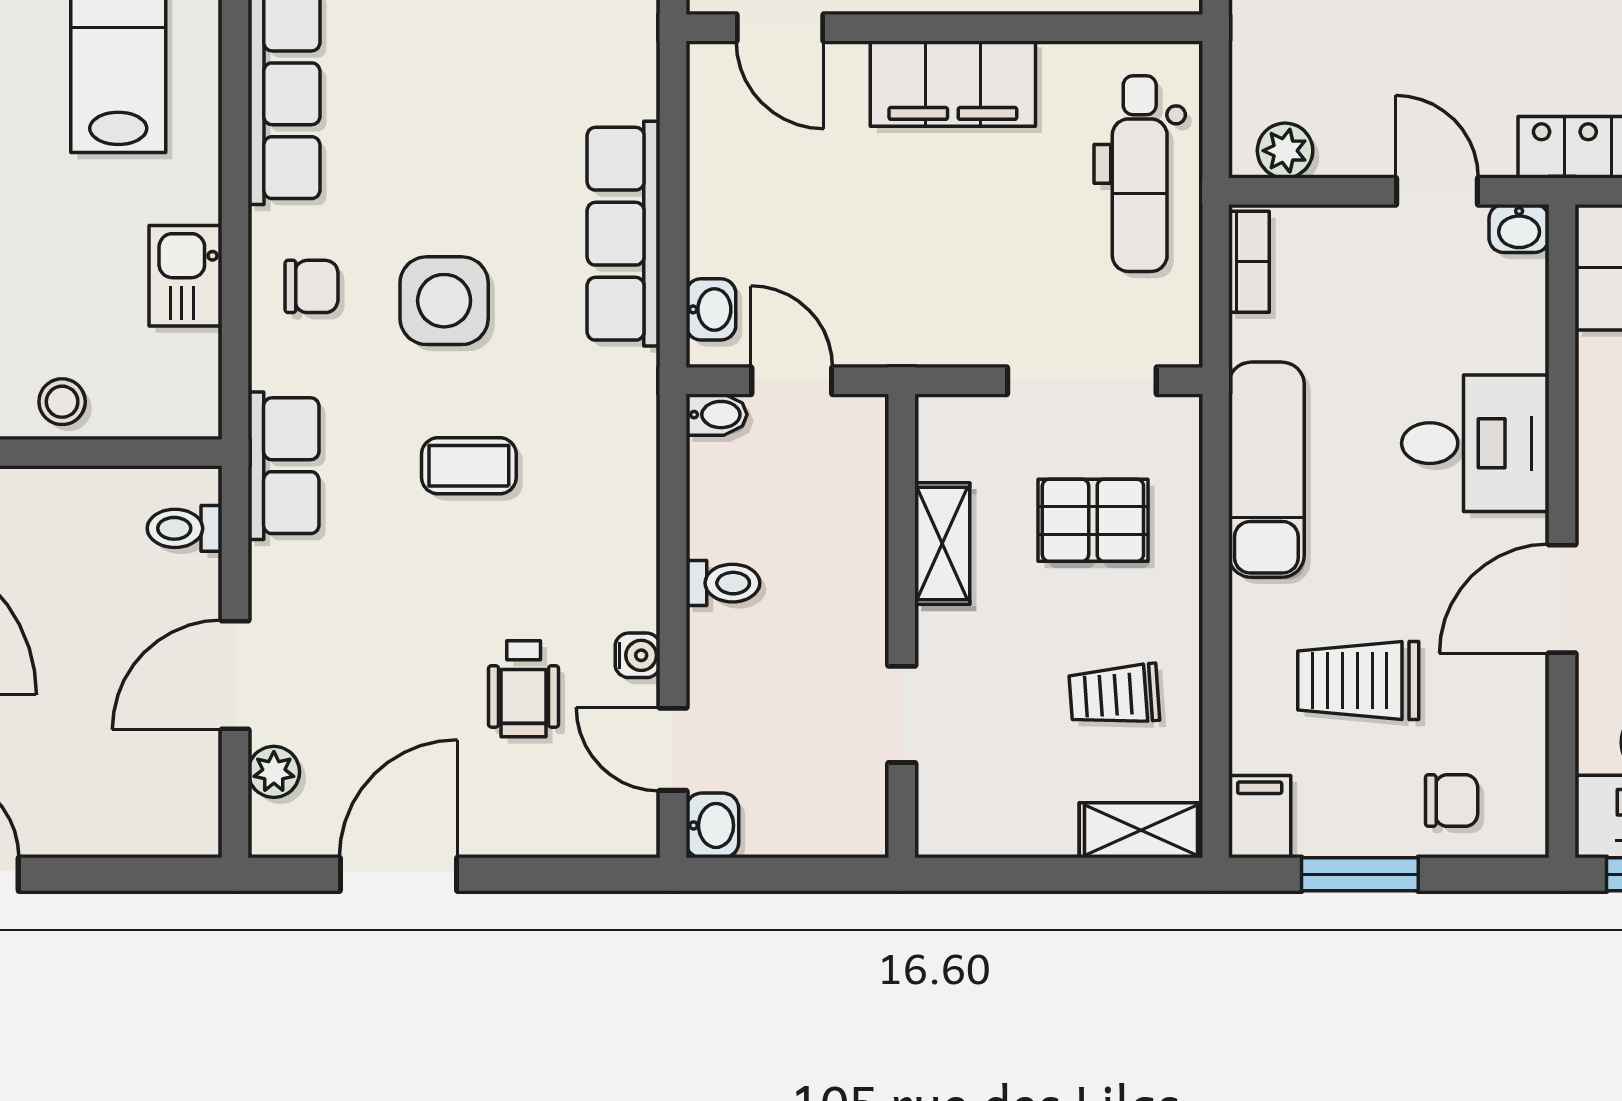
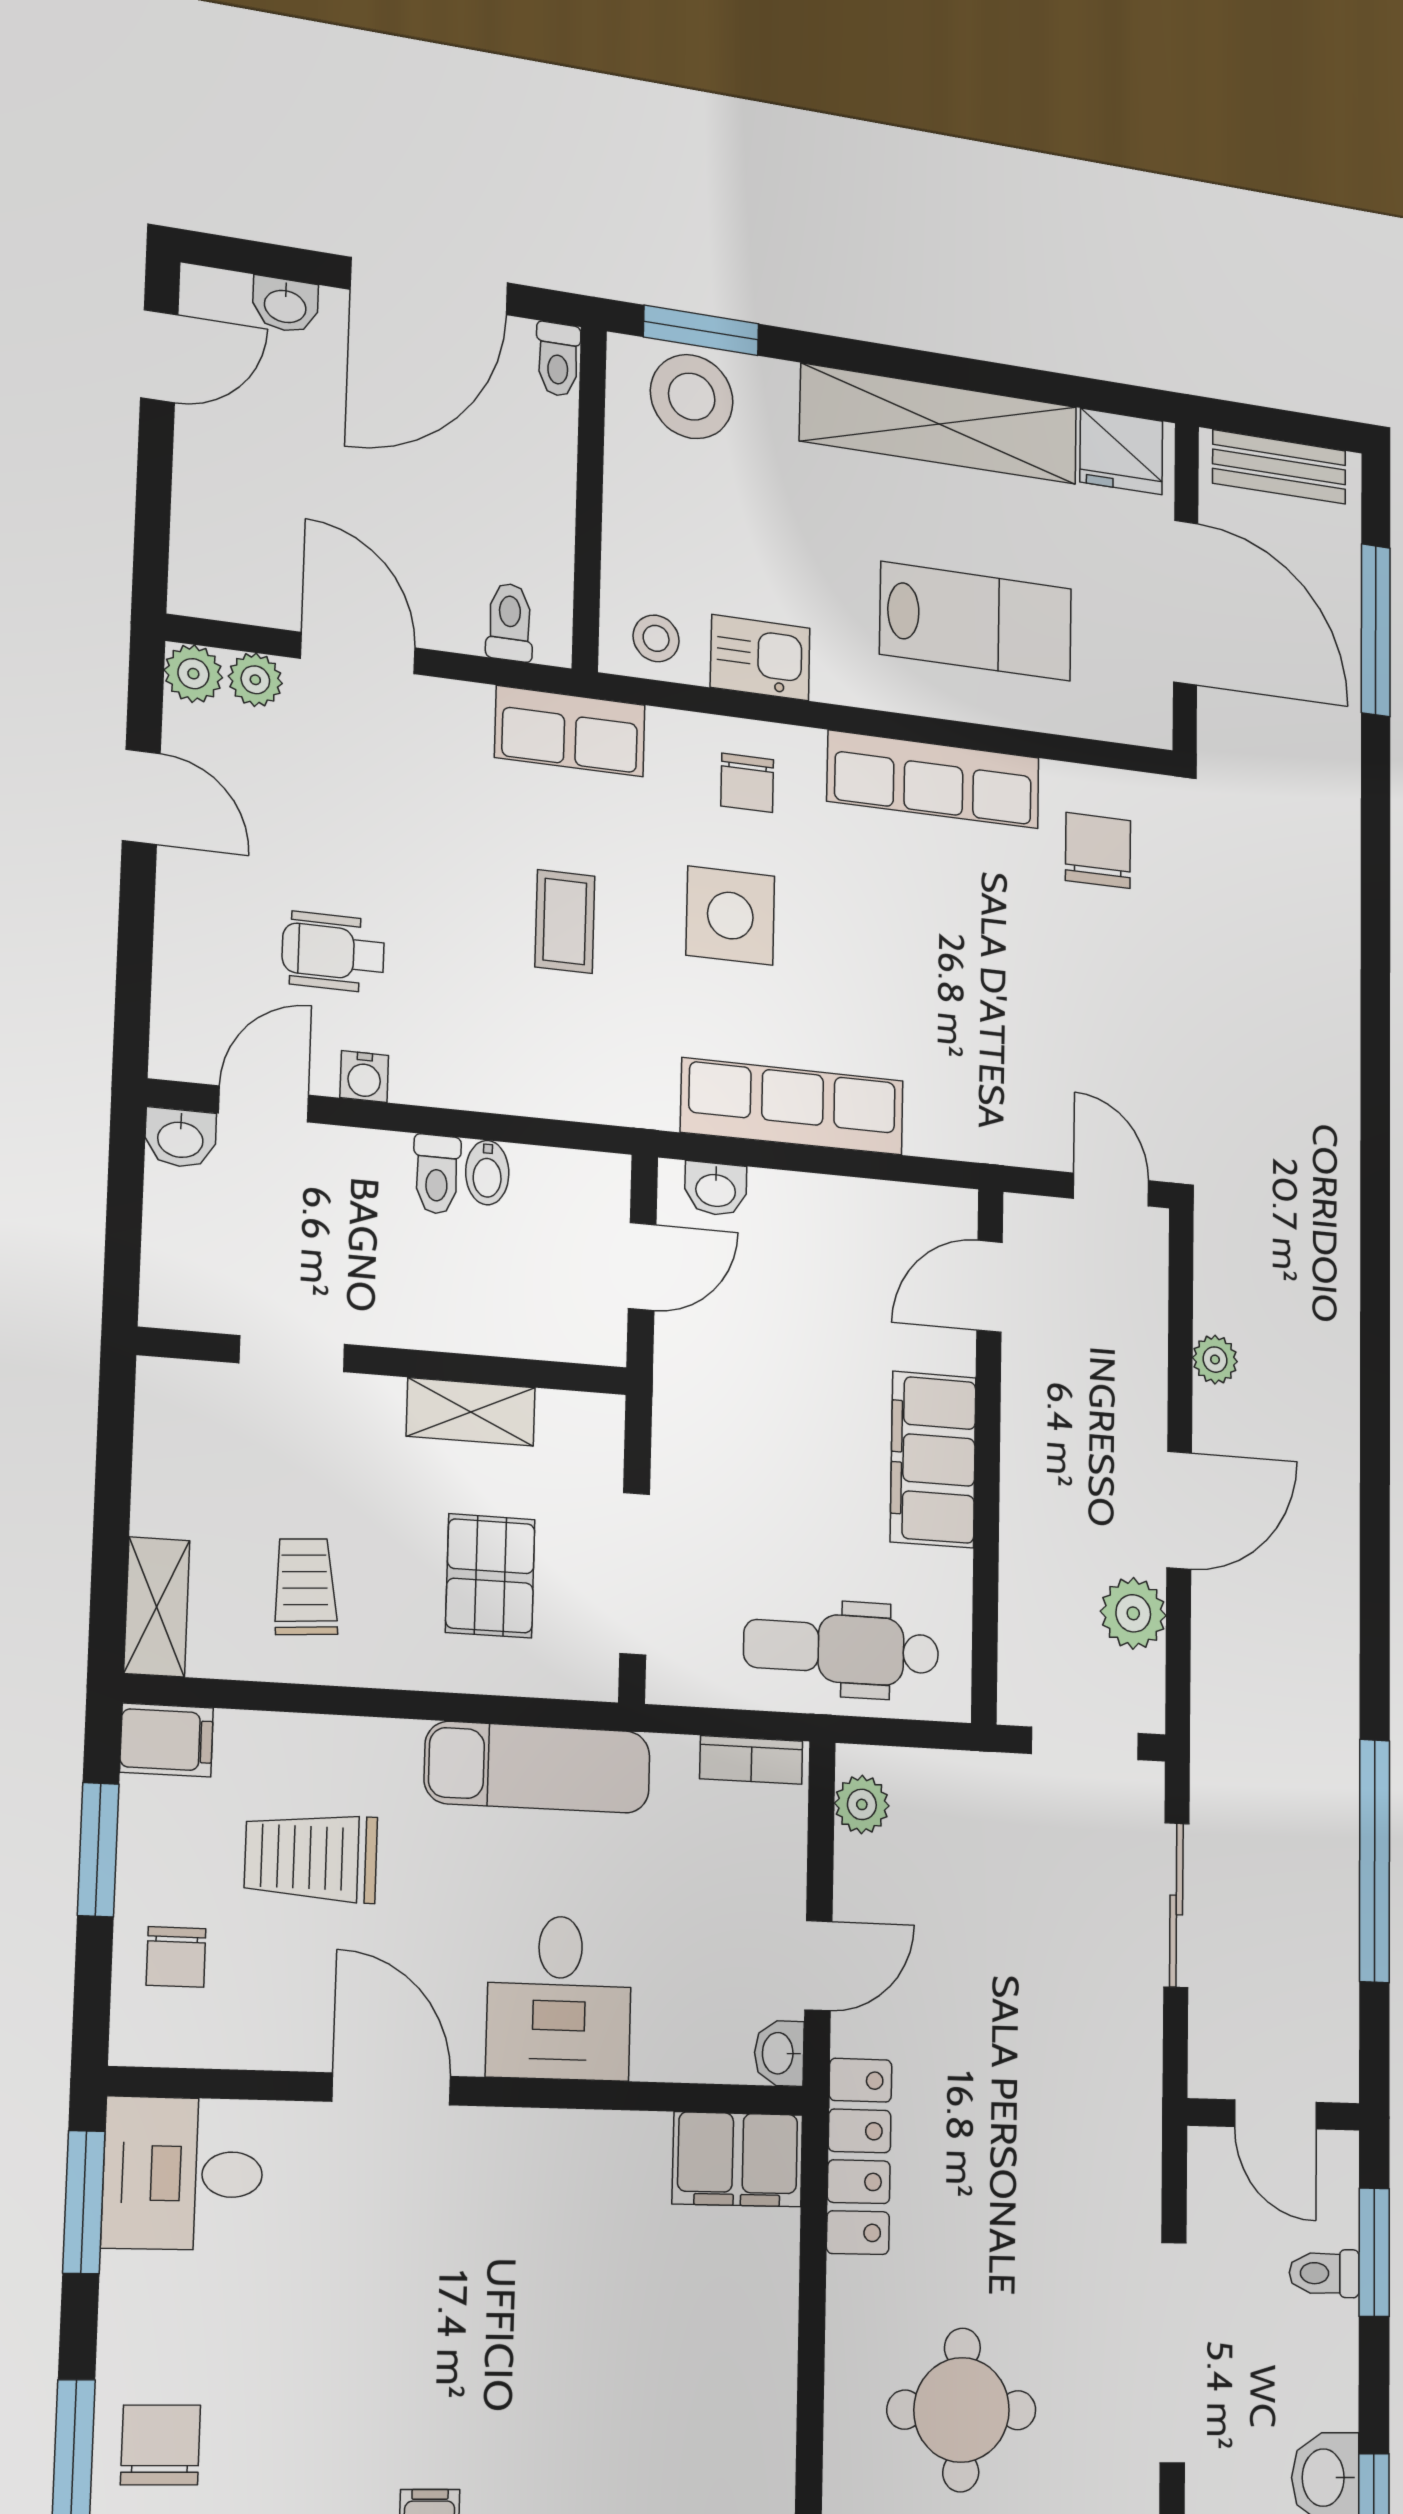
stool: (62, 402) -> (656, 638), moved
bidet: (717, 415) -> (487, 1173), moved
trolley: (1358, 680) -> (311, 1858), turned -90
plant: (276, 830) -> (193, 674), added
door: (399, 874) -> (141, 797), width x0.73

